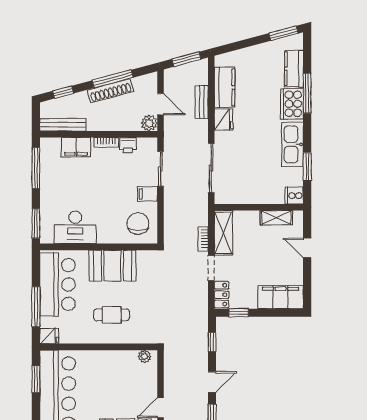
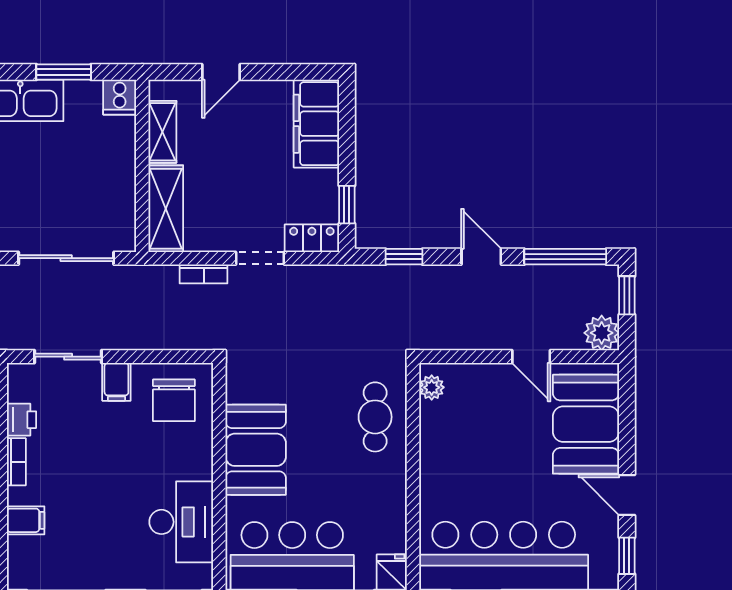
filing cabinet: (76, 147) -> (26, 520), width x0.50
chair: (138, 224) -> (174, 400), turned -90
shelving: (223, 233) -> (166, 209), moved, turned 90
cafe table: (112, 315) -> (375, 417), moved

